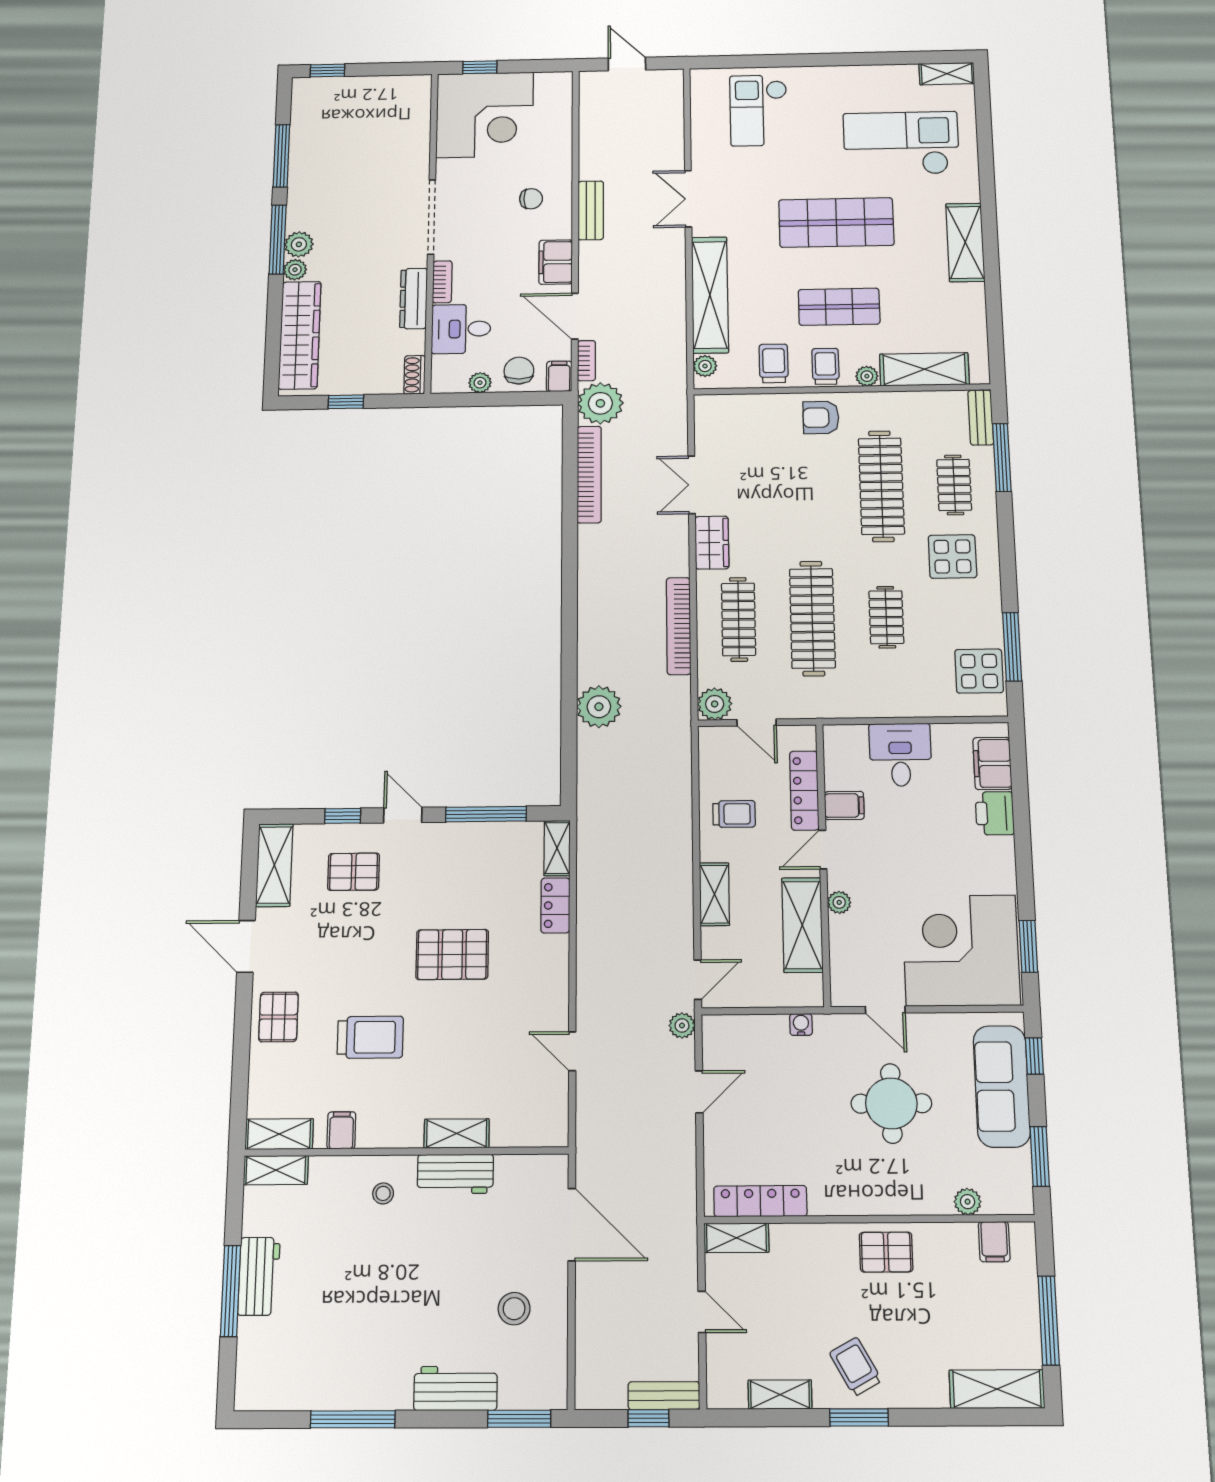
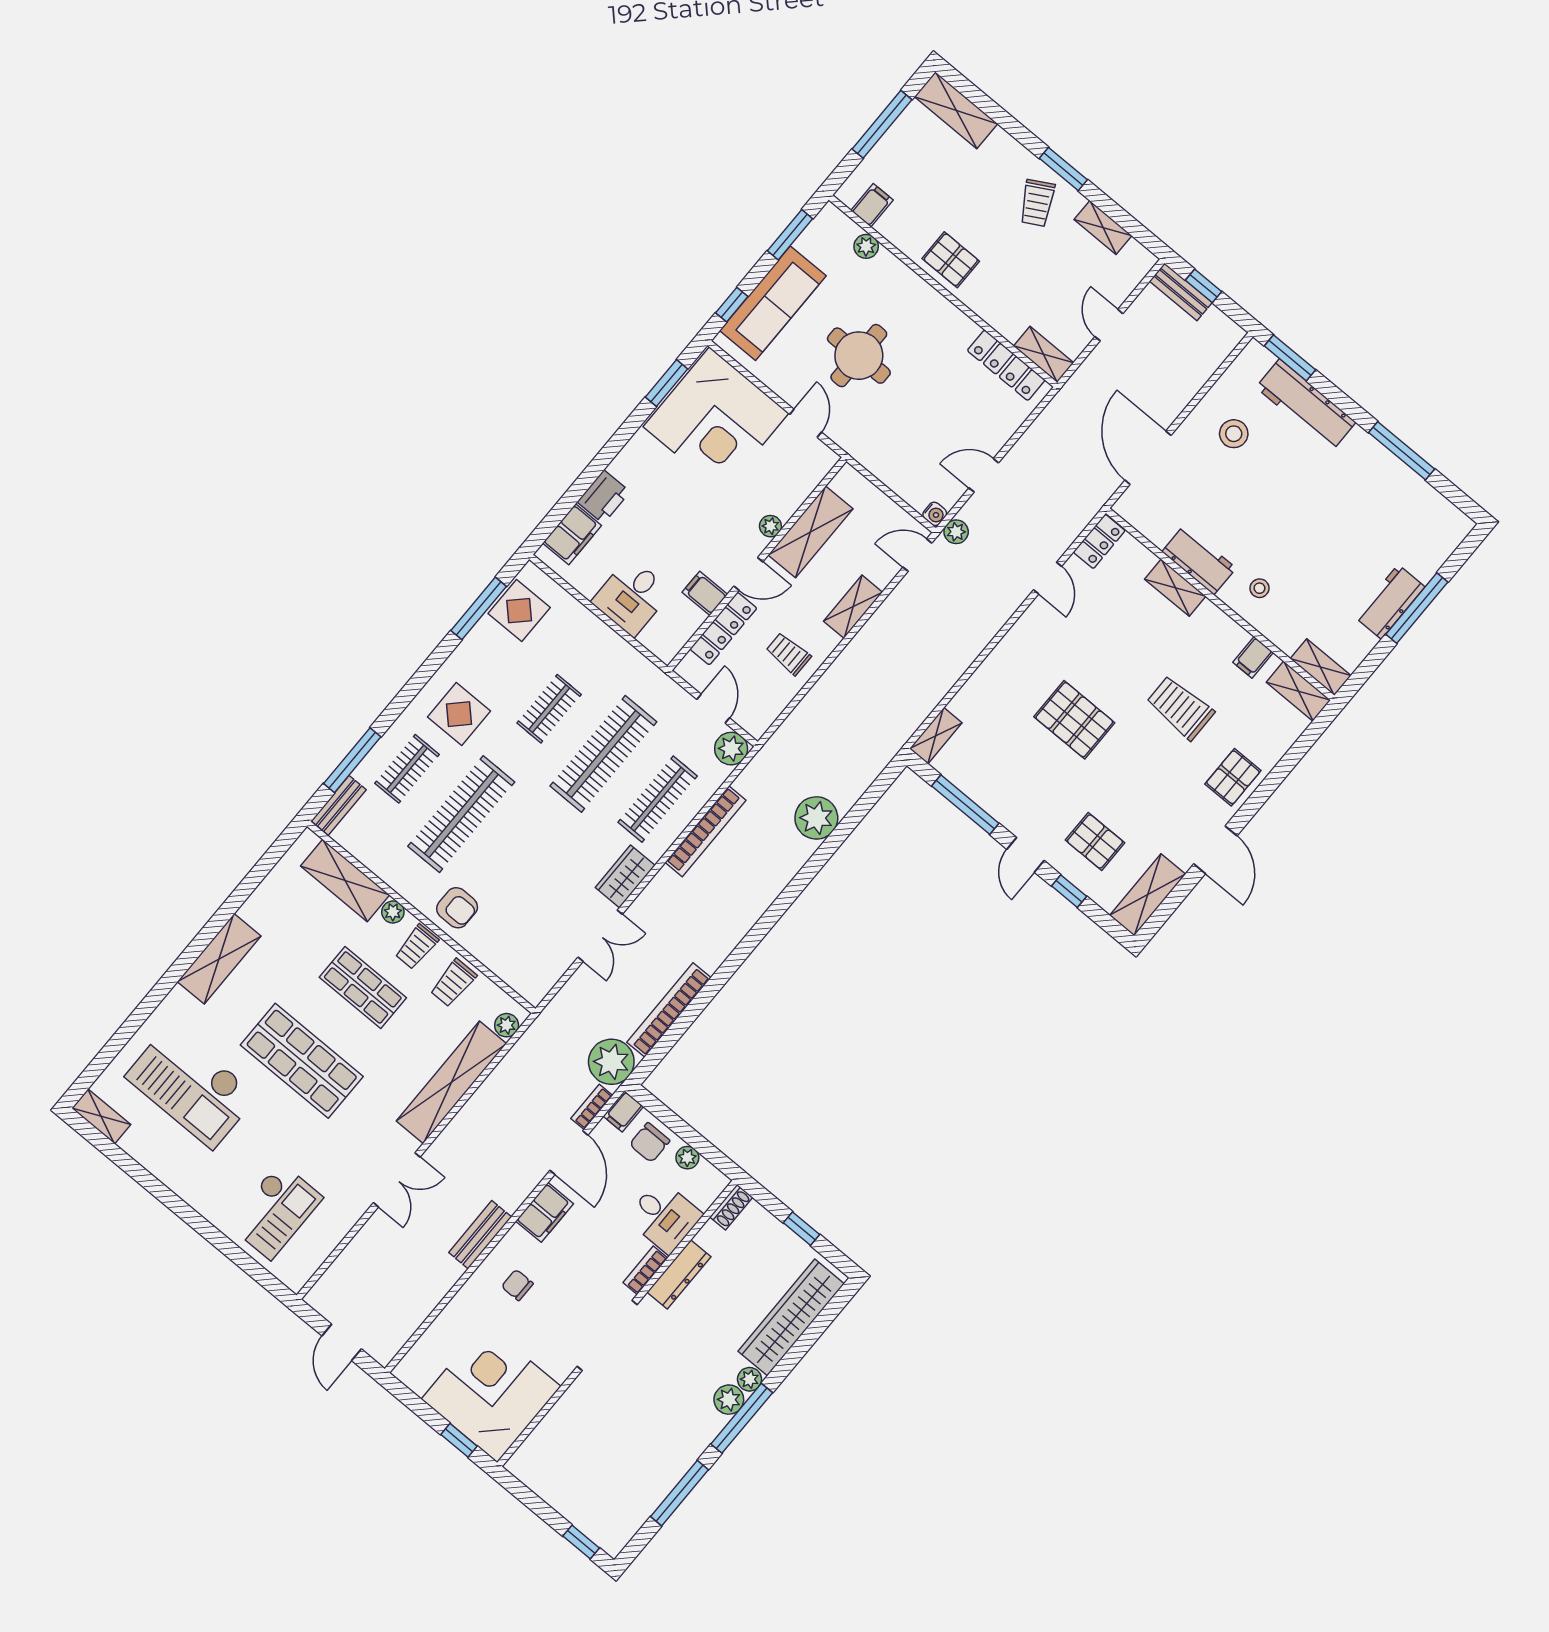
locker: (555, 905) -> (1099, 541), moved
water cooler: (801, 1024) -> (935, 514), moved, turned -90
workbench: (456, 1388) -> (1306, 405), width x1.38

